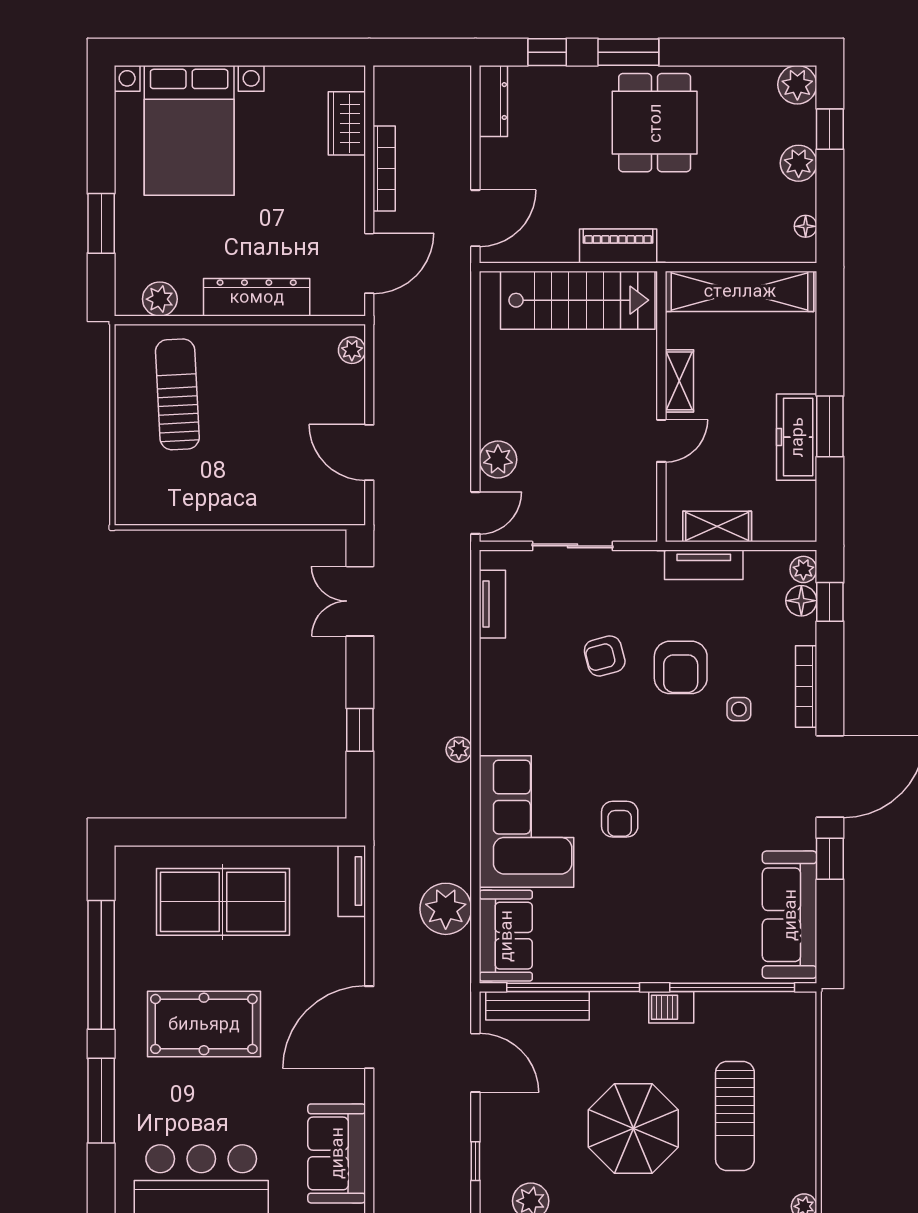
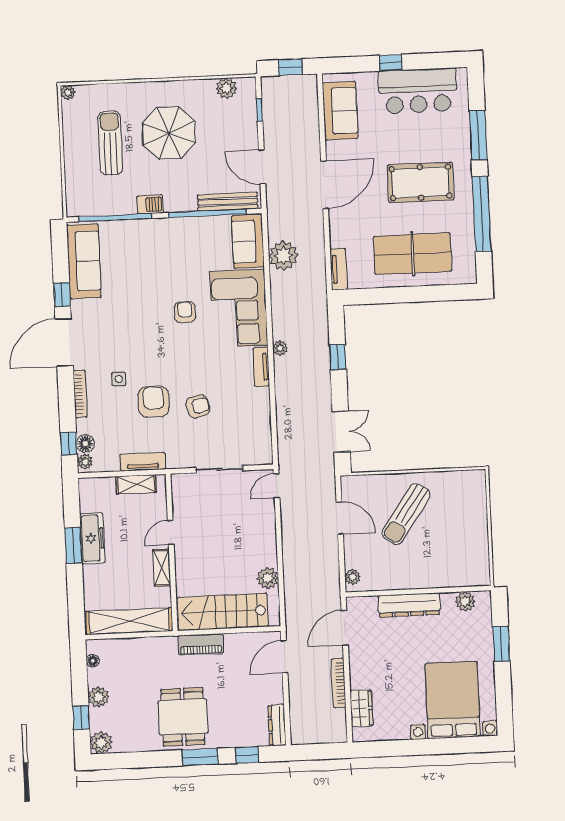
sun lounger: (177, 394) -> (406, 514), moved, turned 38
plant: (498, 460) -> (268, 578), moved
tv unit: (492, 604) -> (261, 367), moved

